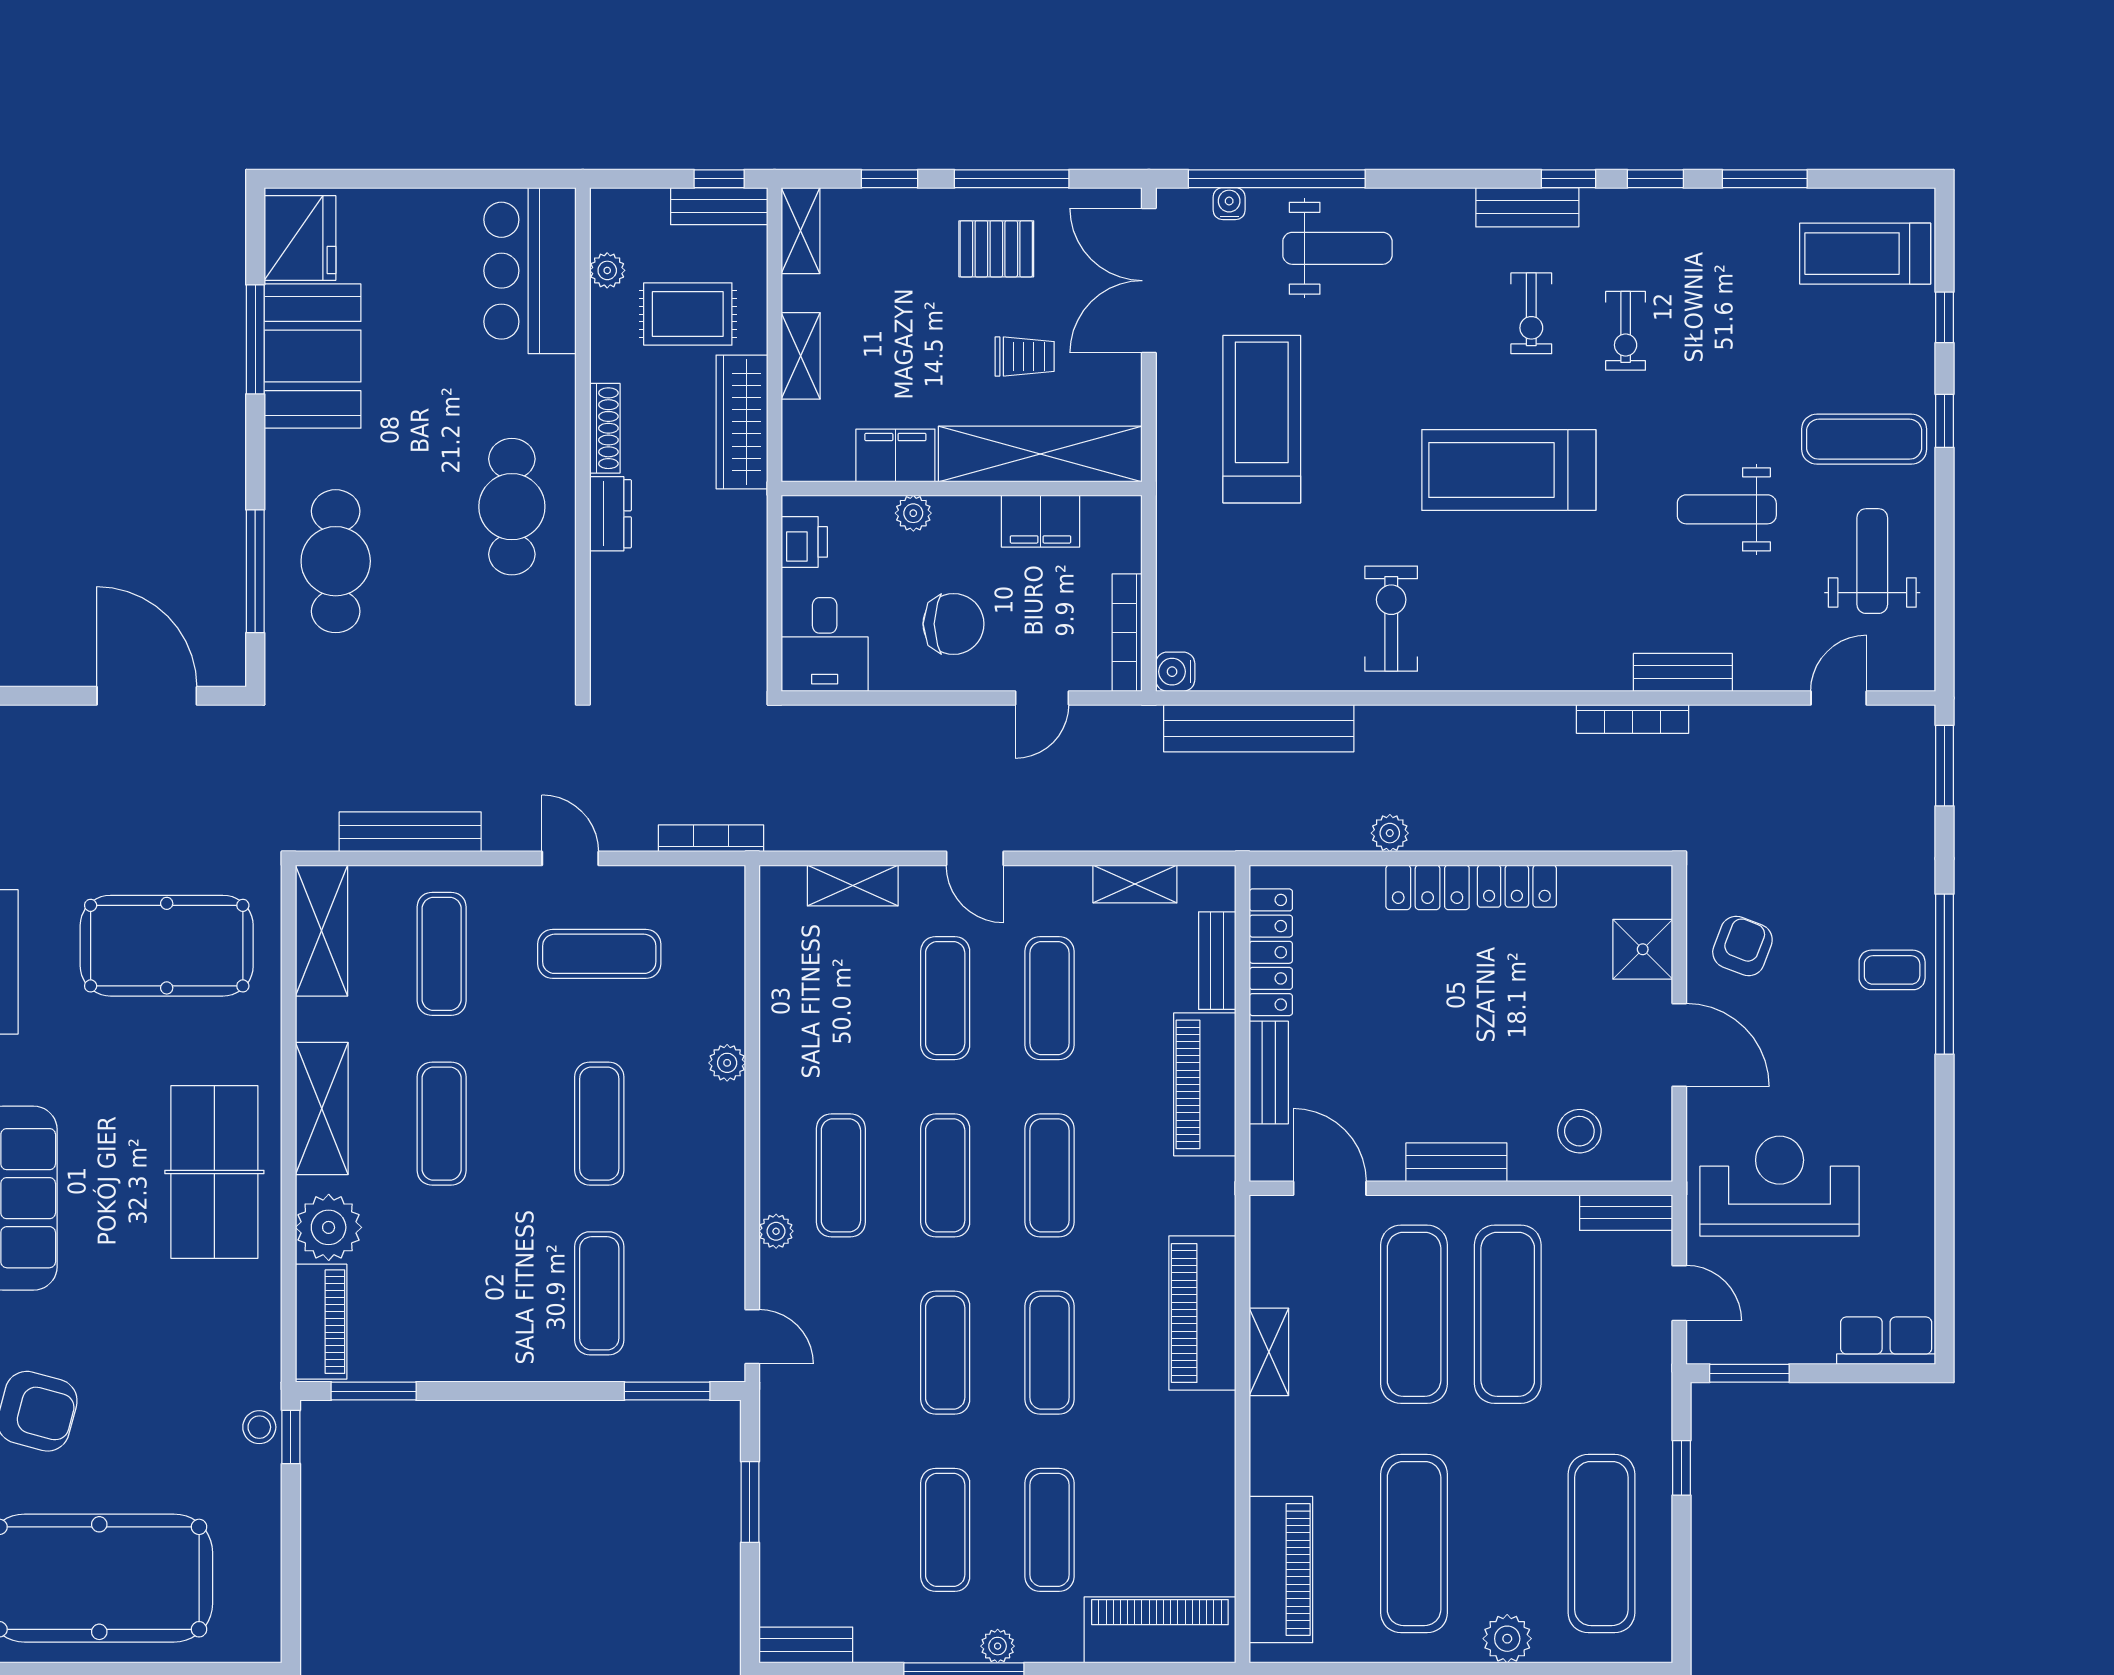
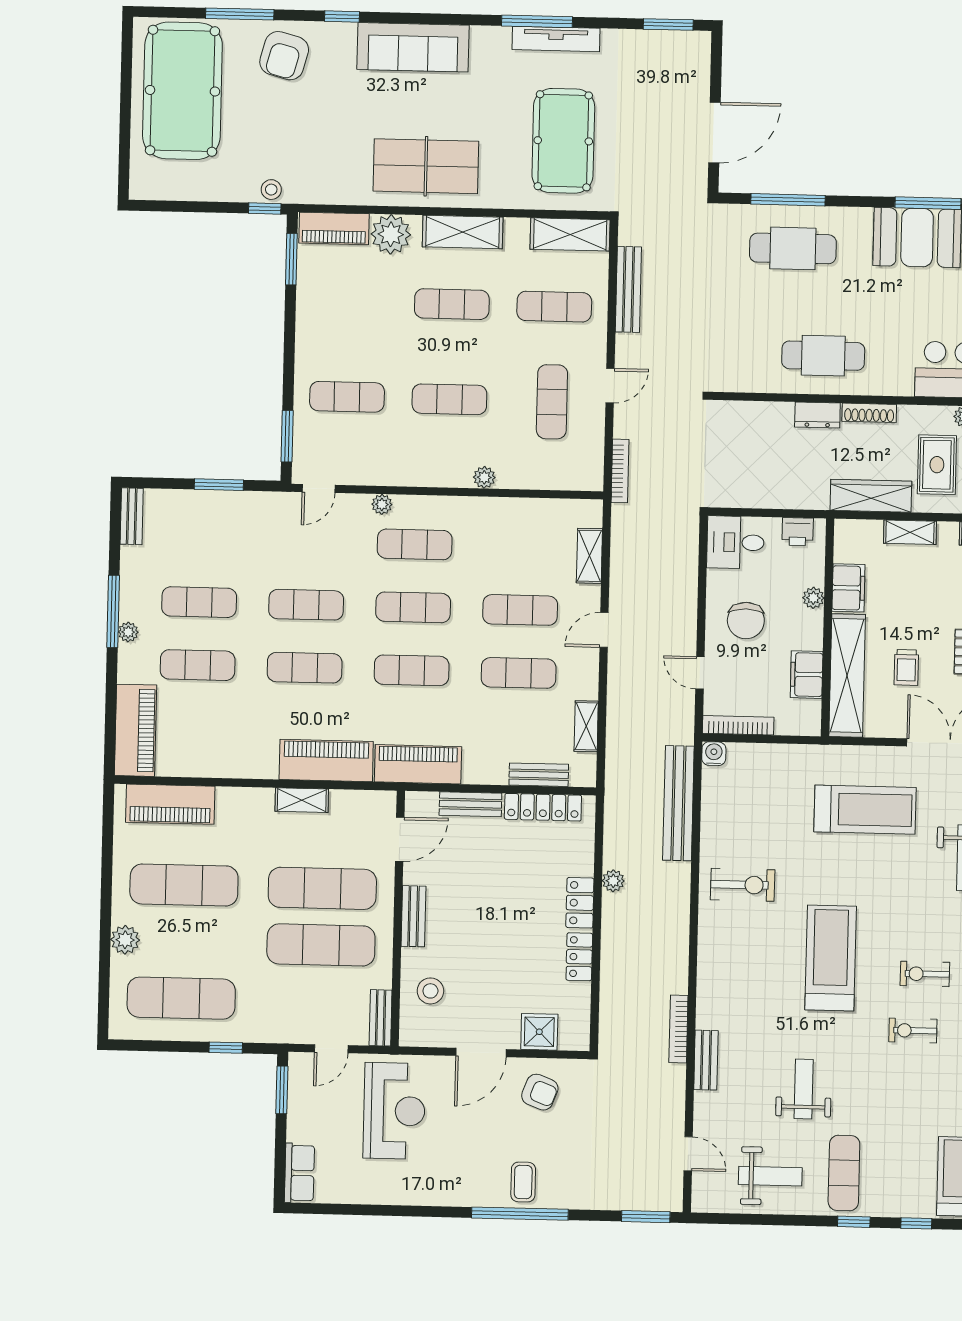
piano: (1205, 1084) -> (418, 764), moved

